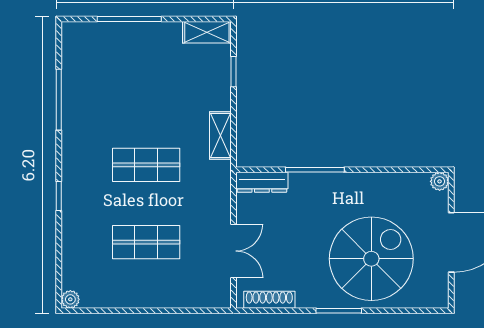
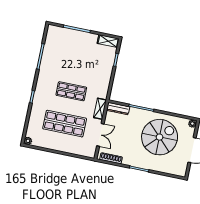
shelving: (220, 136) -> (100, 109), moved
shop shelf: (146, 242) -> (65, 124), width x1.43, depth x1.36
spiral stairs: (371, 259) -> (160, 137), moved

